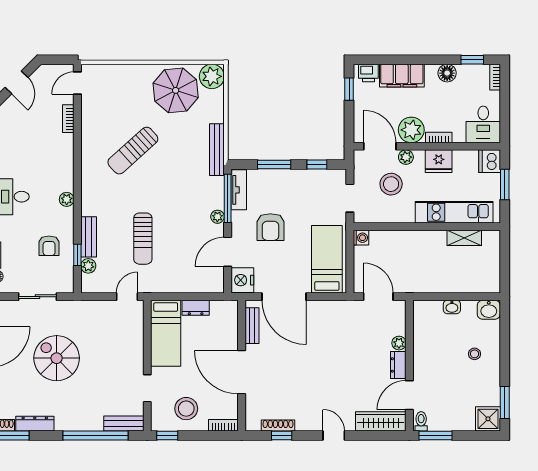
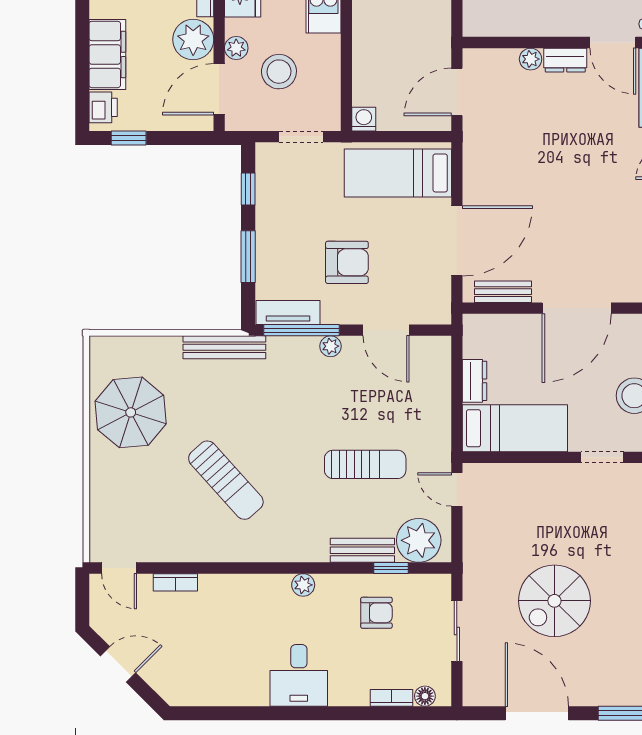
plant: (212, 76) -> (109, 355), removed
plant: (88, 266) -> (419, 540), width x1.87, depth x1.87
nightstand: (242, 280) -> (431, 307), removed

